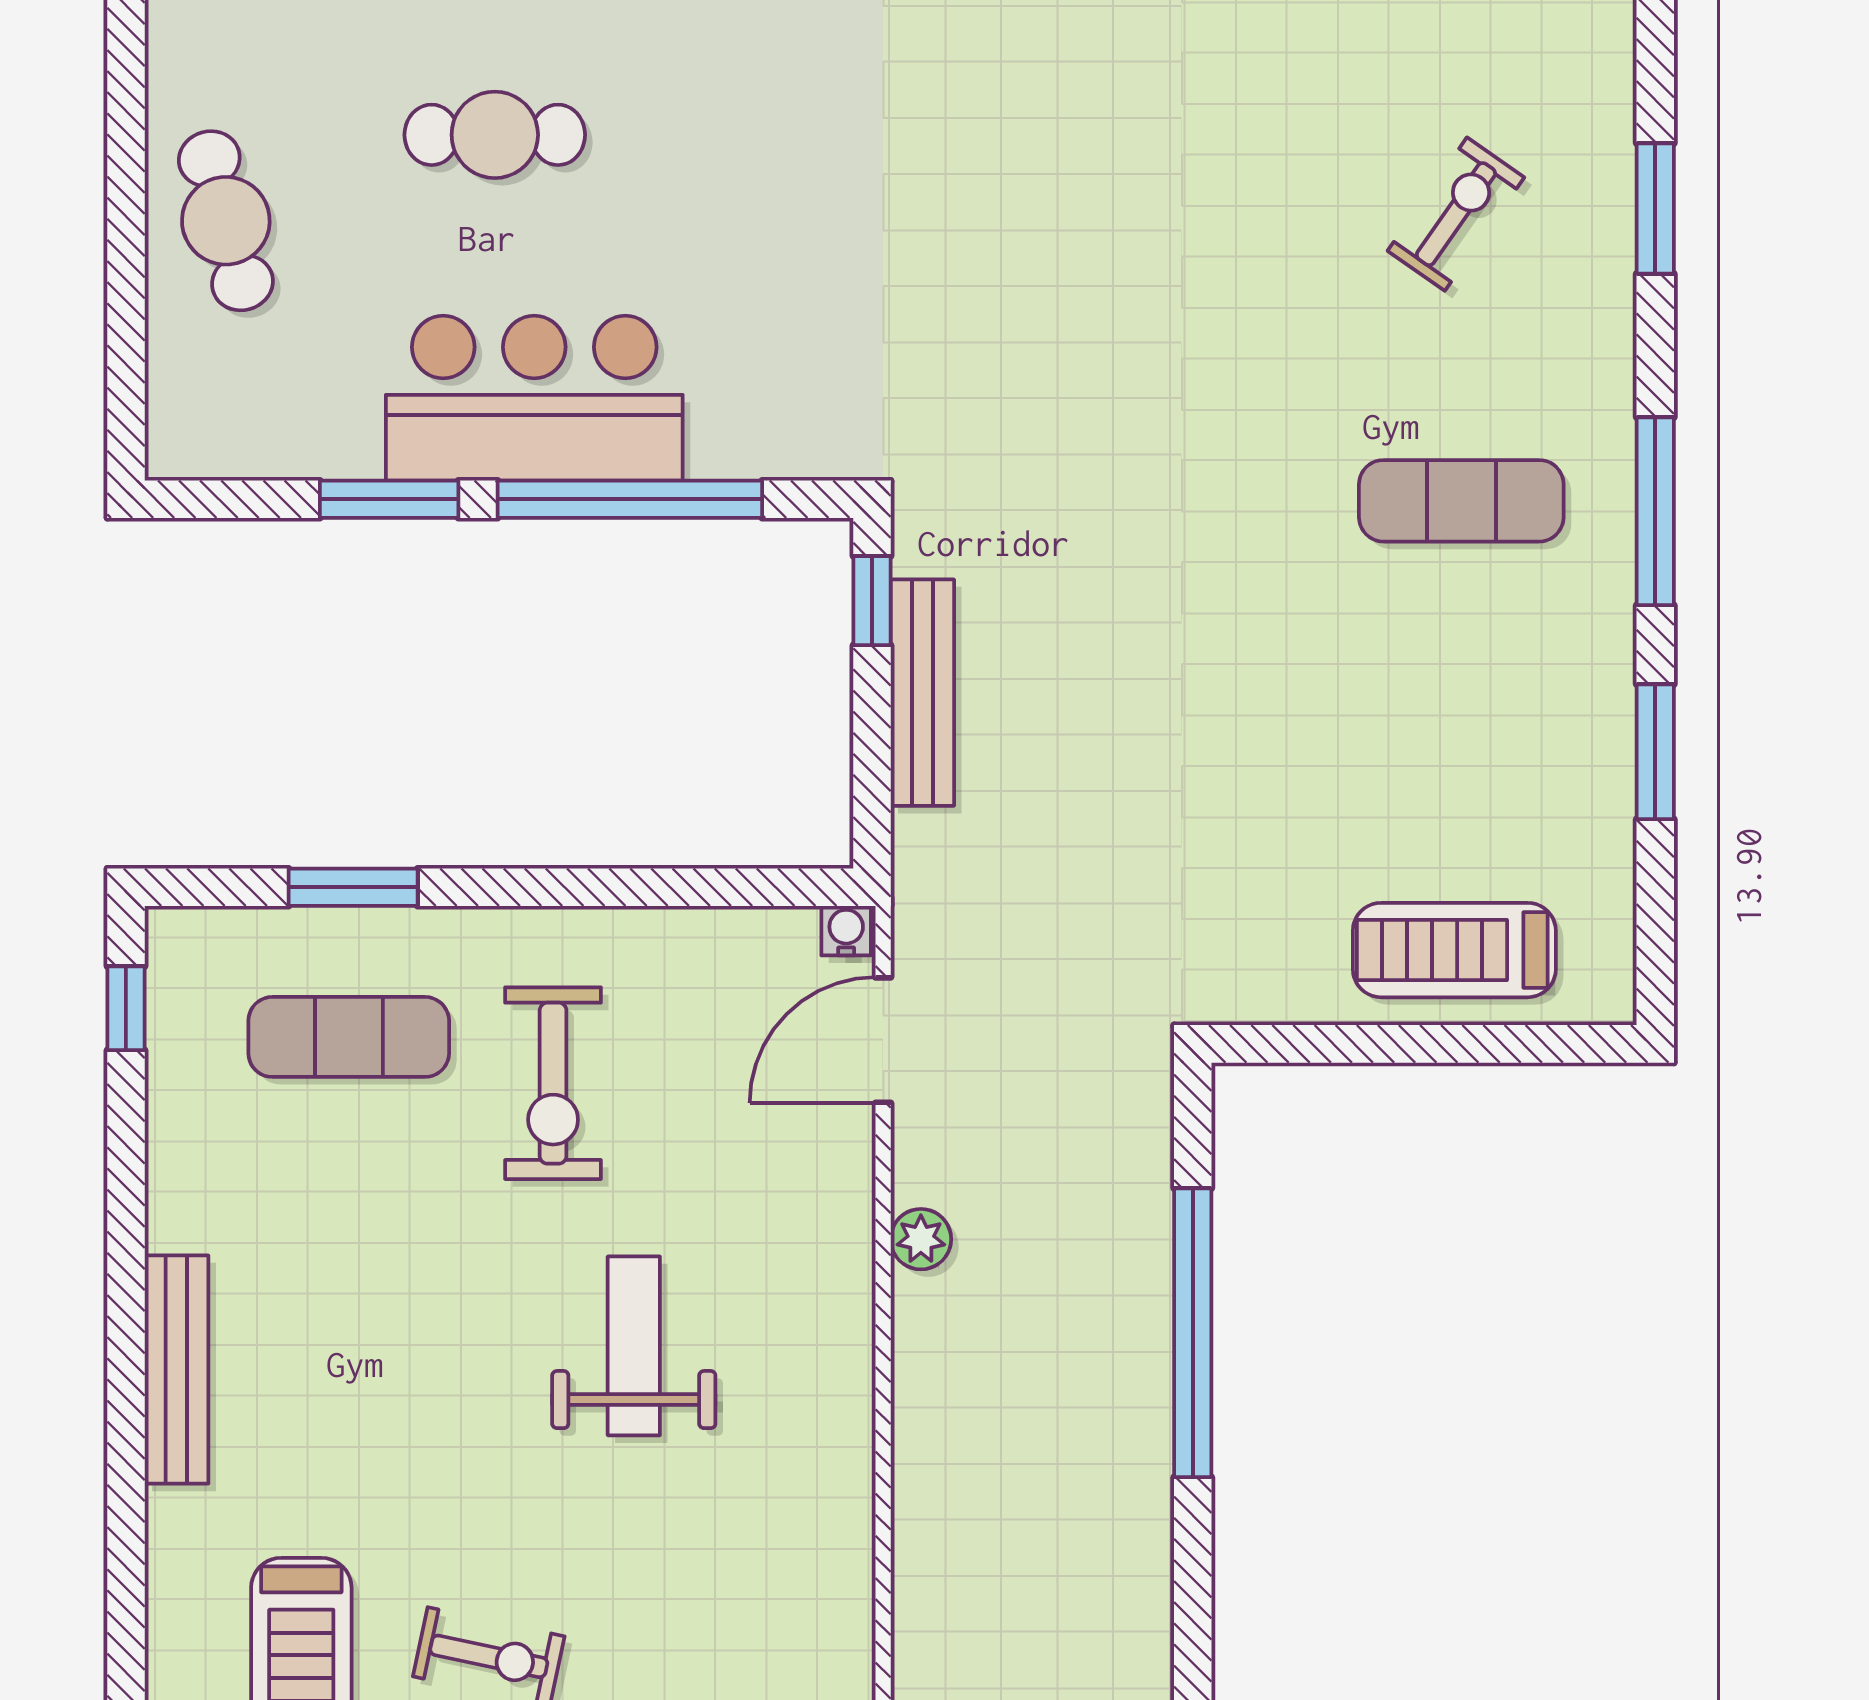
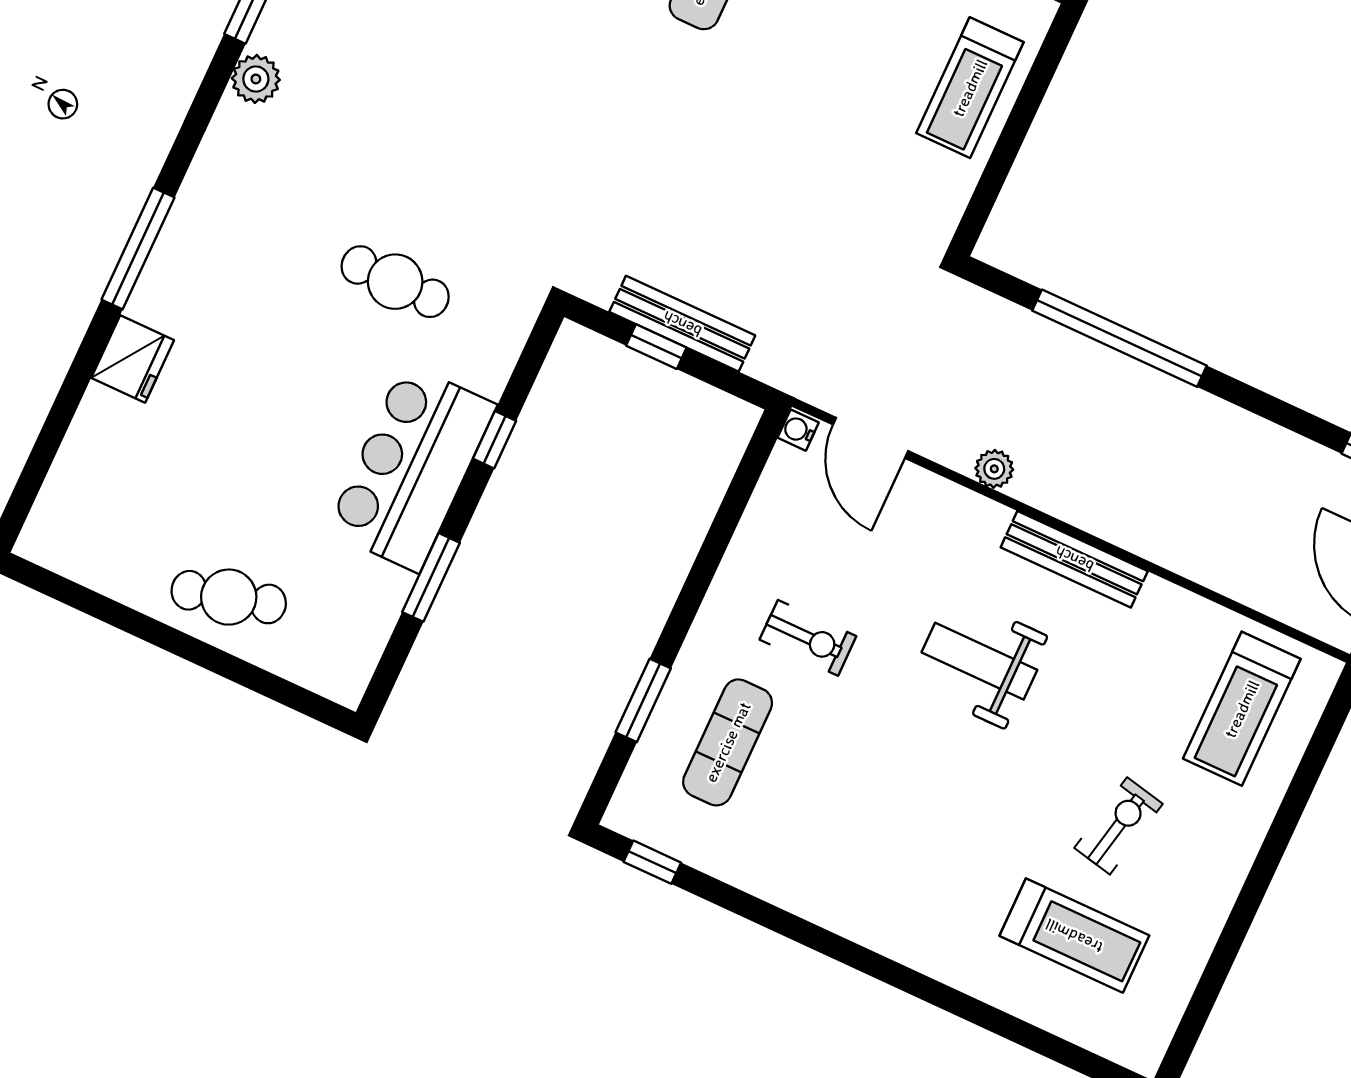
cafe table: (495, 135) -> (395, 282), moved, turned 90
window: (630, 499) -> (495, 440), width x0.32
window: (872, 601) -> (656, 347), moved
exercise bike: (553, 1083) -> (808, 638), width x0.73, depth x0.72
bench: (177, 1369) -> (1074, 559), moved

